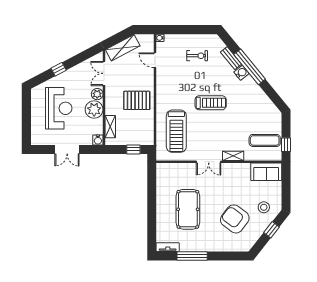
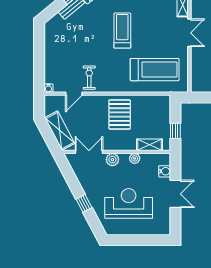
exercise bike: (197, 56) -> (89, 78), moved
double door: (104, 73) -> (89, 152), swing flipped
plant: (94, 110) -> (135, 158), width x0.53, depth x0.53
water cooler: (98, 140) -> (165, 171), moved
window: (133, 149) -> (175, 131), moved

